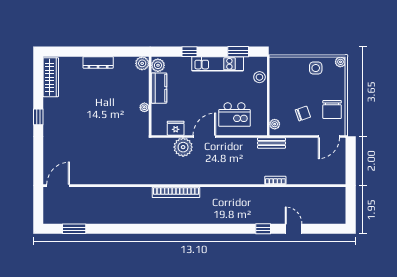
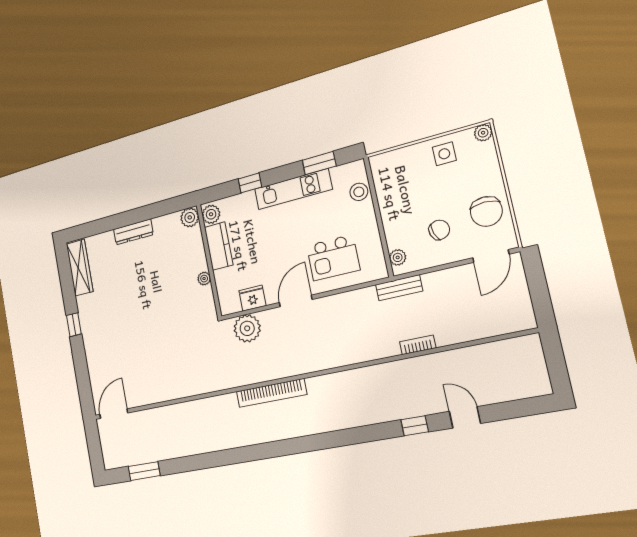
plant: (183, 147) -> (247, 328), moved

